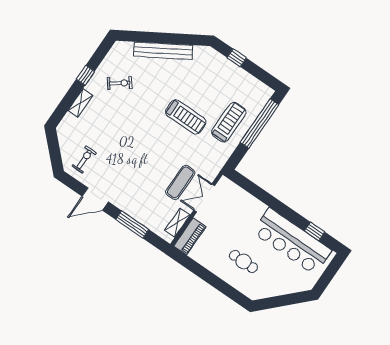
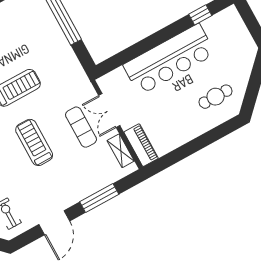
treadmill: (229, 122) -> (34, 142), moved
bar counter: (292, 241) -> (169, 59), moved
cafe table: (243, 261) -> (216, 97), moved

